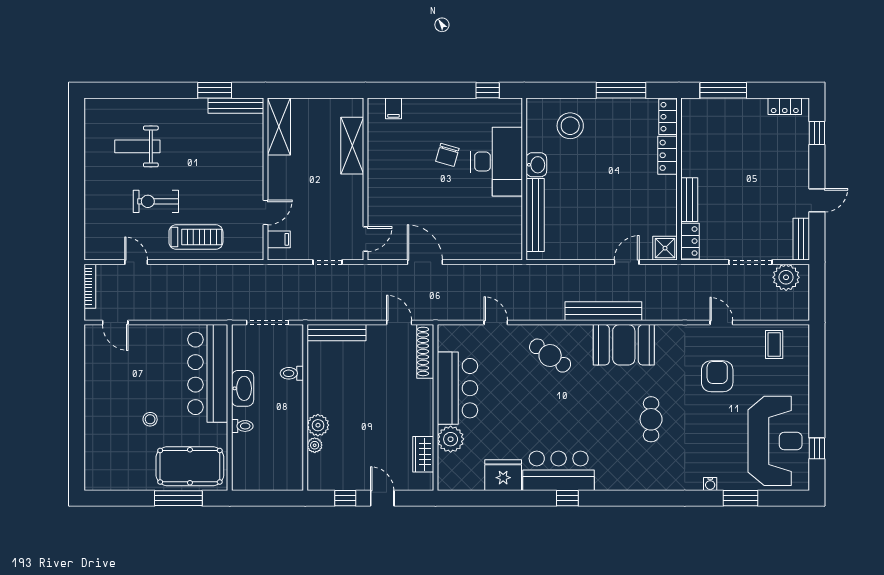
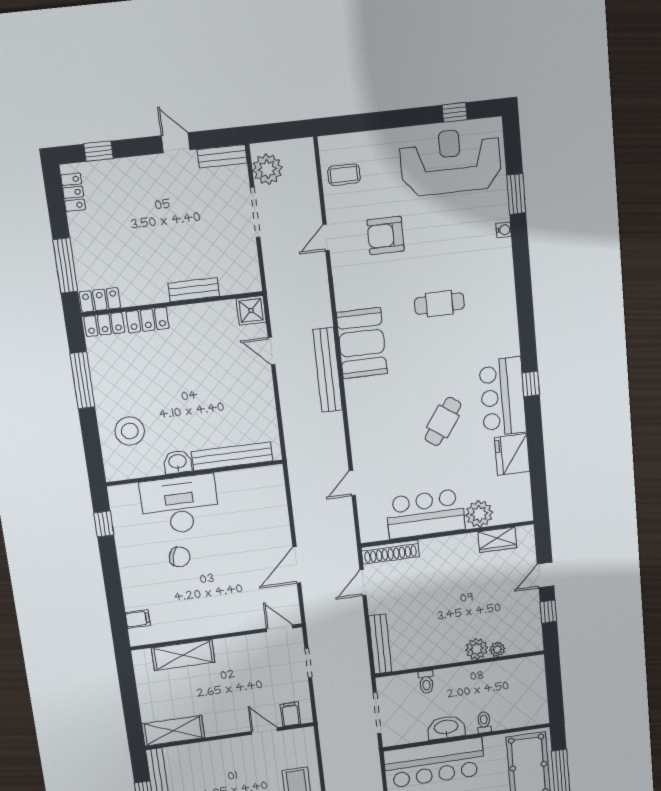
locker: (690, 241) -> (100, 300), moved
cafe table: (550, 356) -> (443, 421), moved

